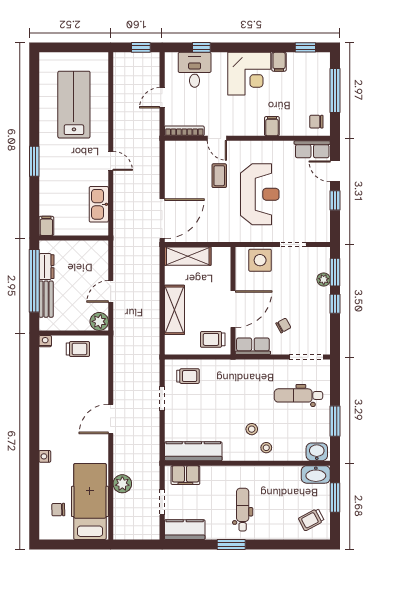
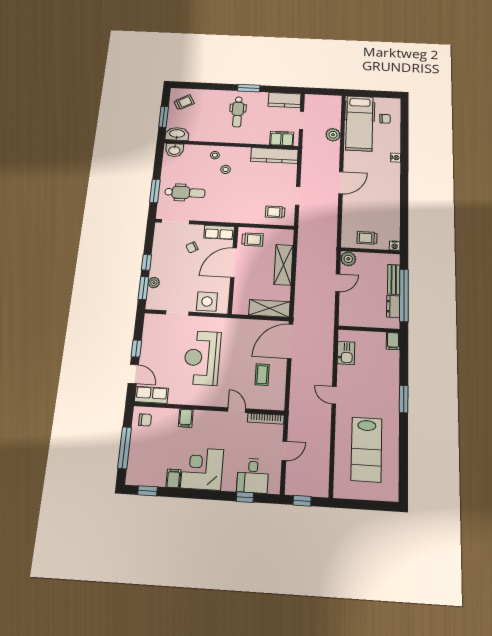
coffee table: (219, 176) -> (262, 375), moved
kitchen sink: (99, 204) -> (346, 353), width x0.73
window: (335, 421) -> (155, 191), moved

